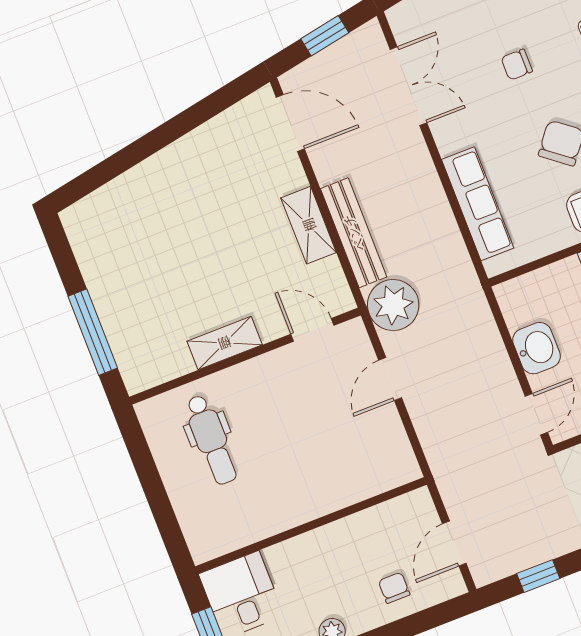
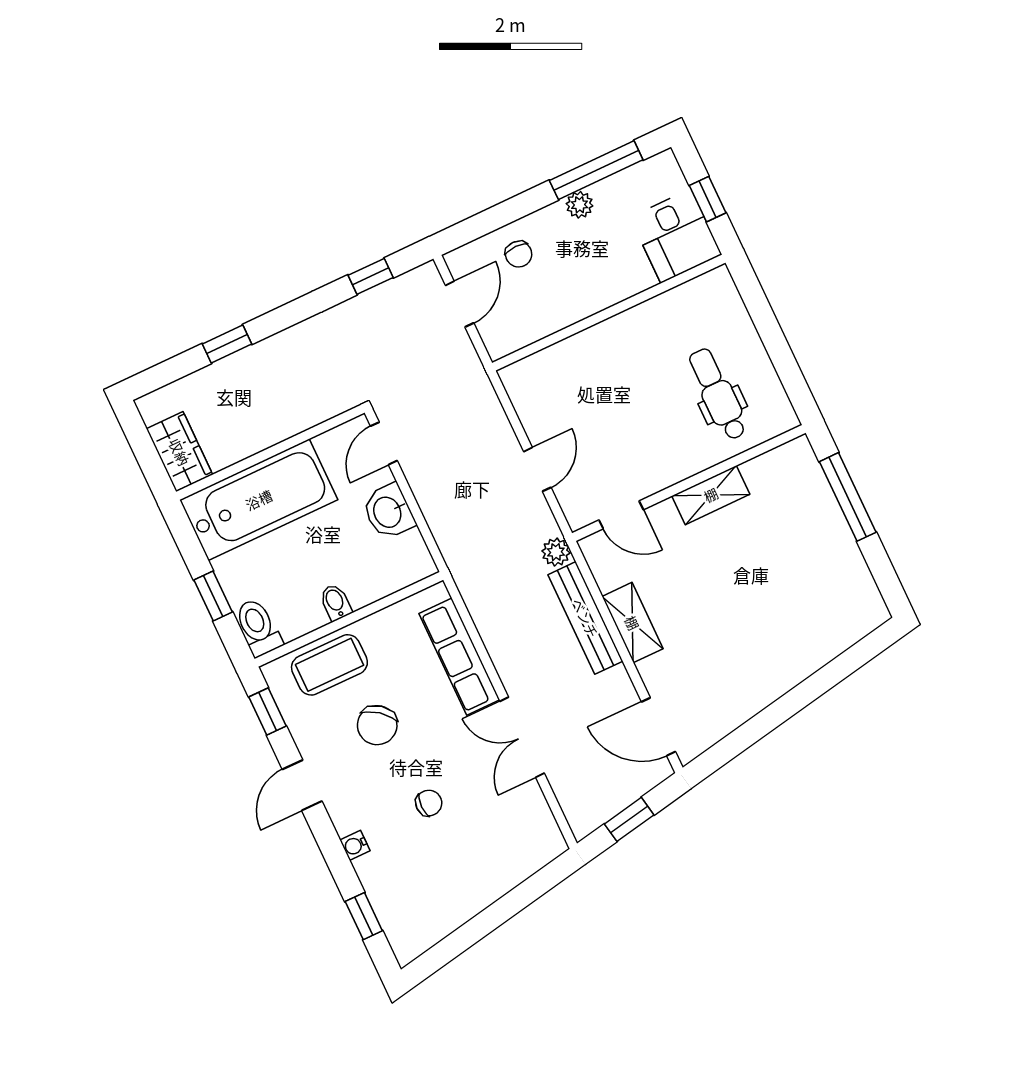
double door: (408, 86) -> (522, 737), moved
plant: (393, 305) -> (556, 552), width x0.53, depth x0.53

